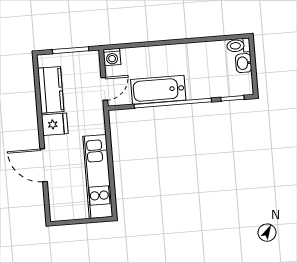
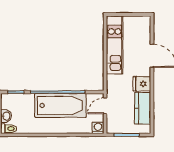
bathtub: (158, 90) -> (61, 105), width x1.36, depth x1.36

